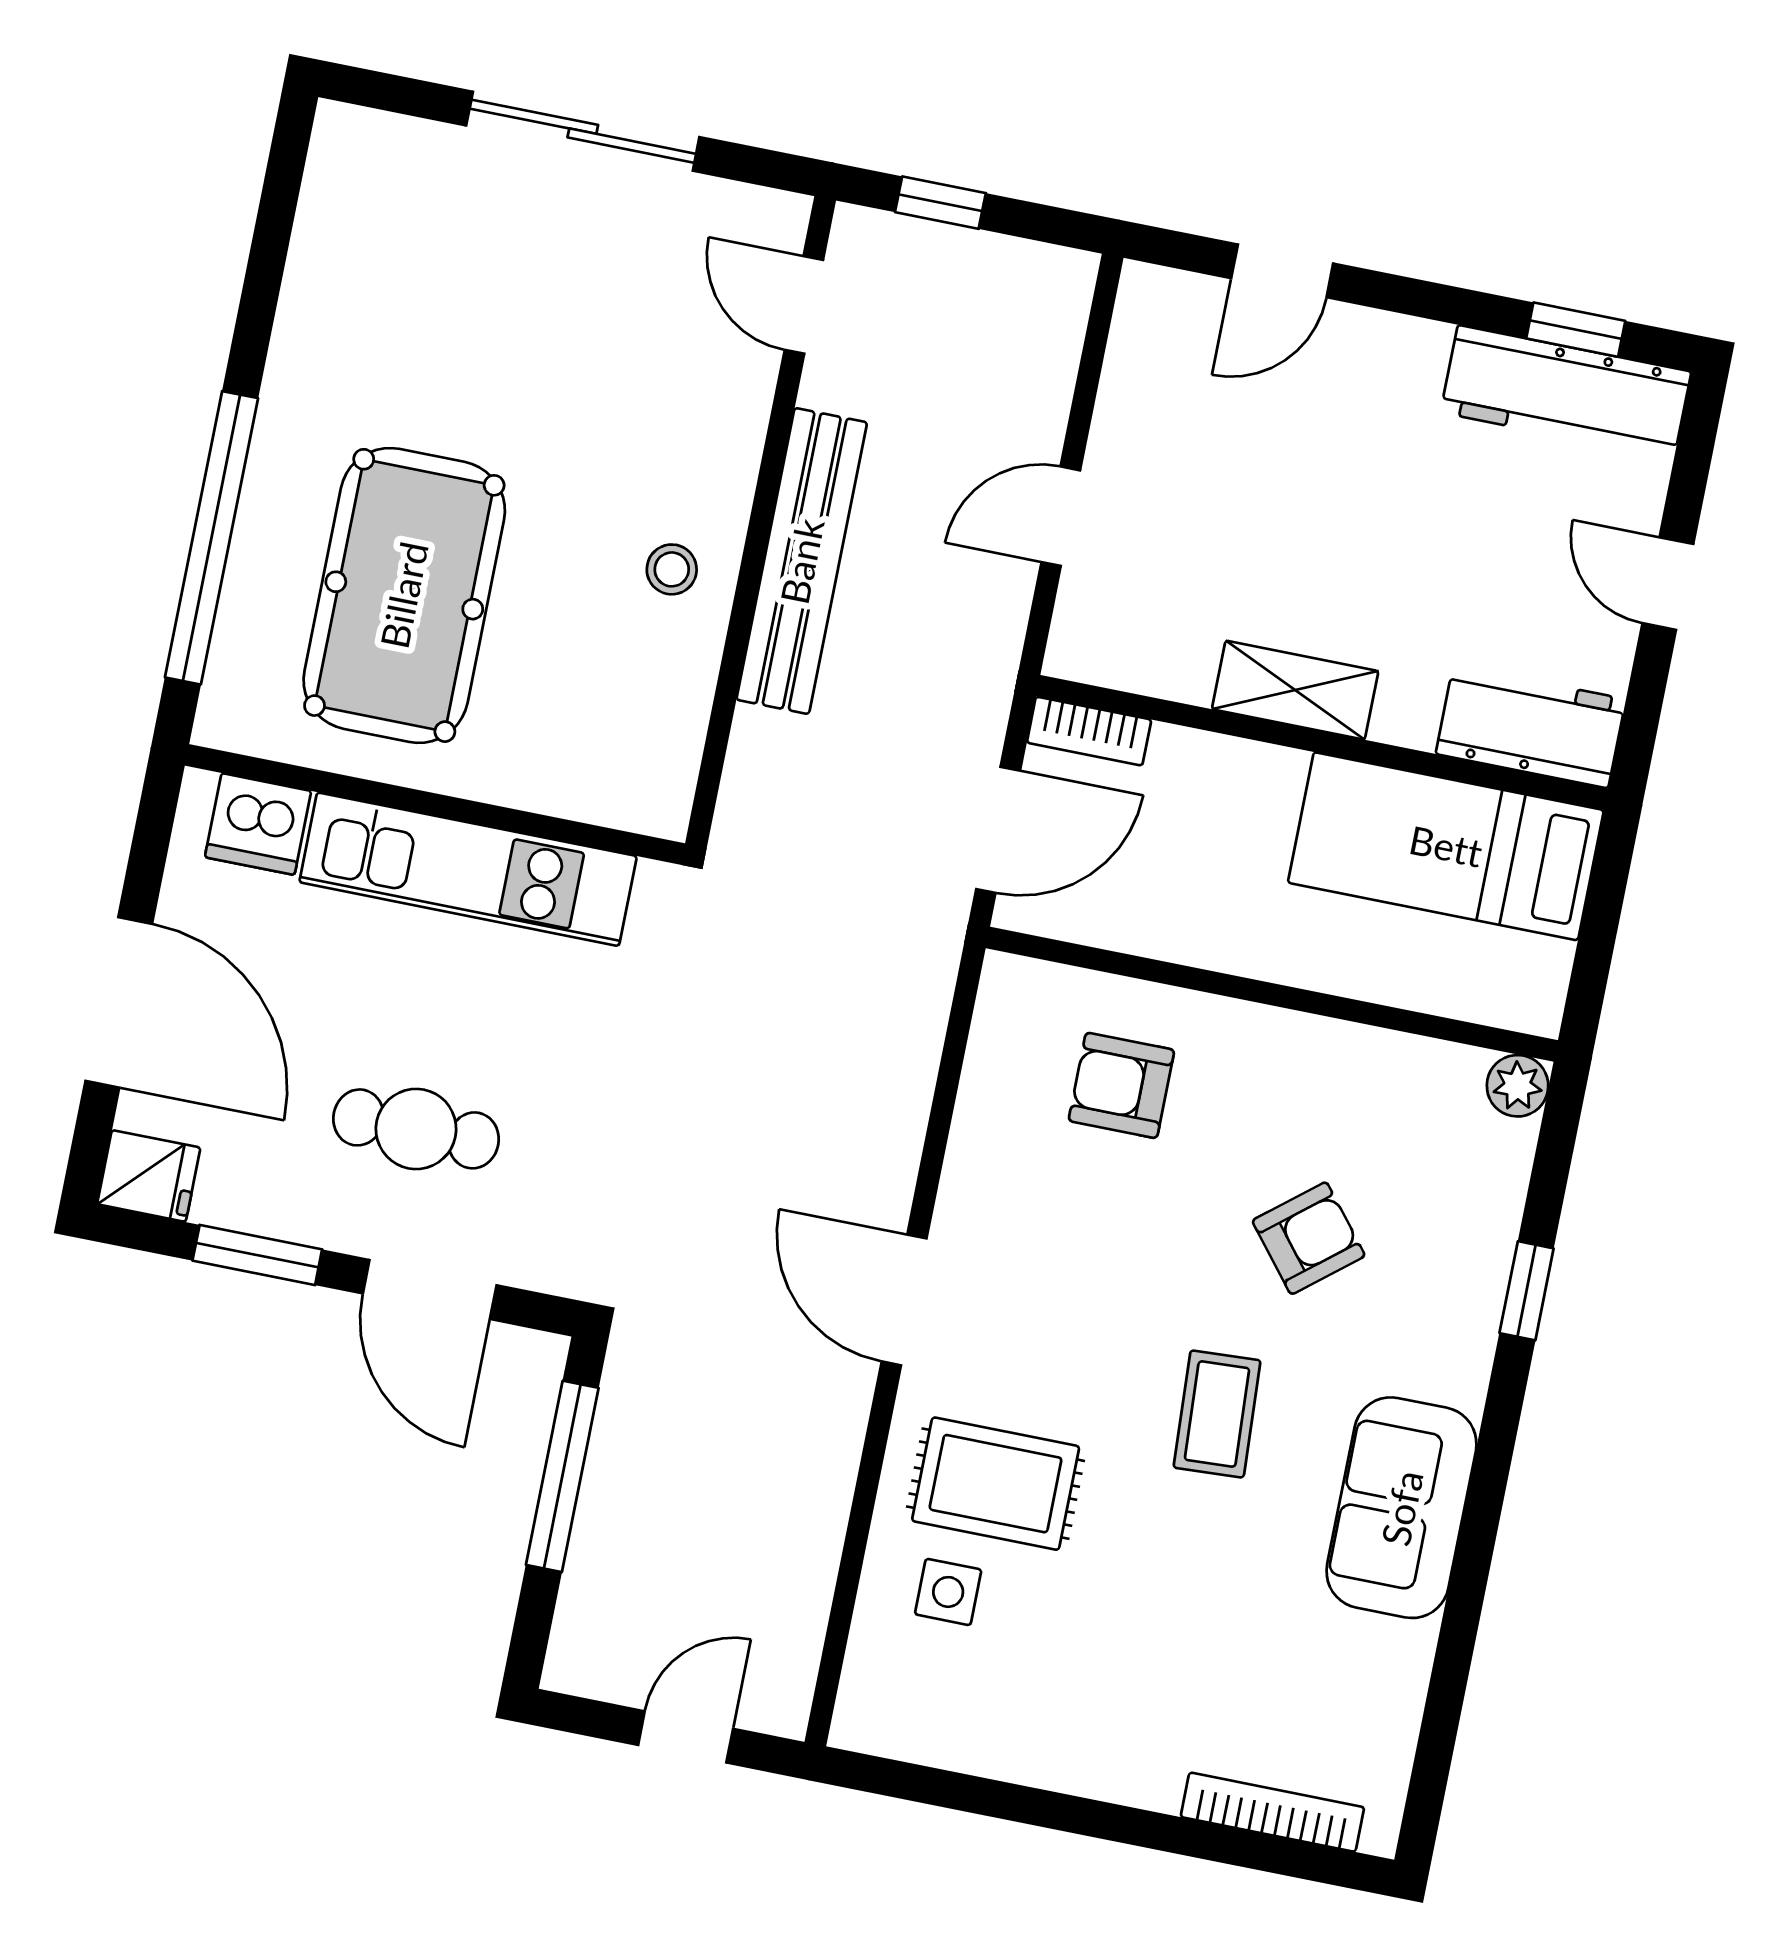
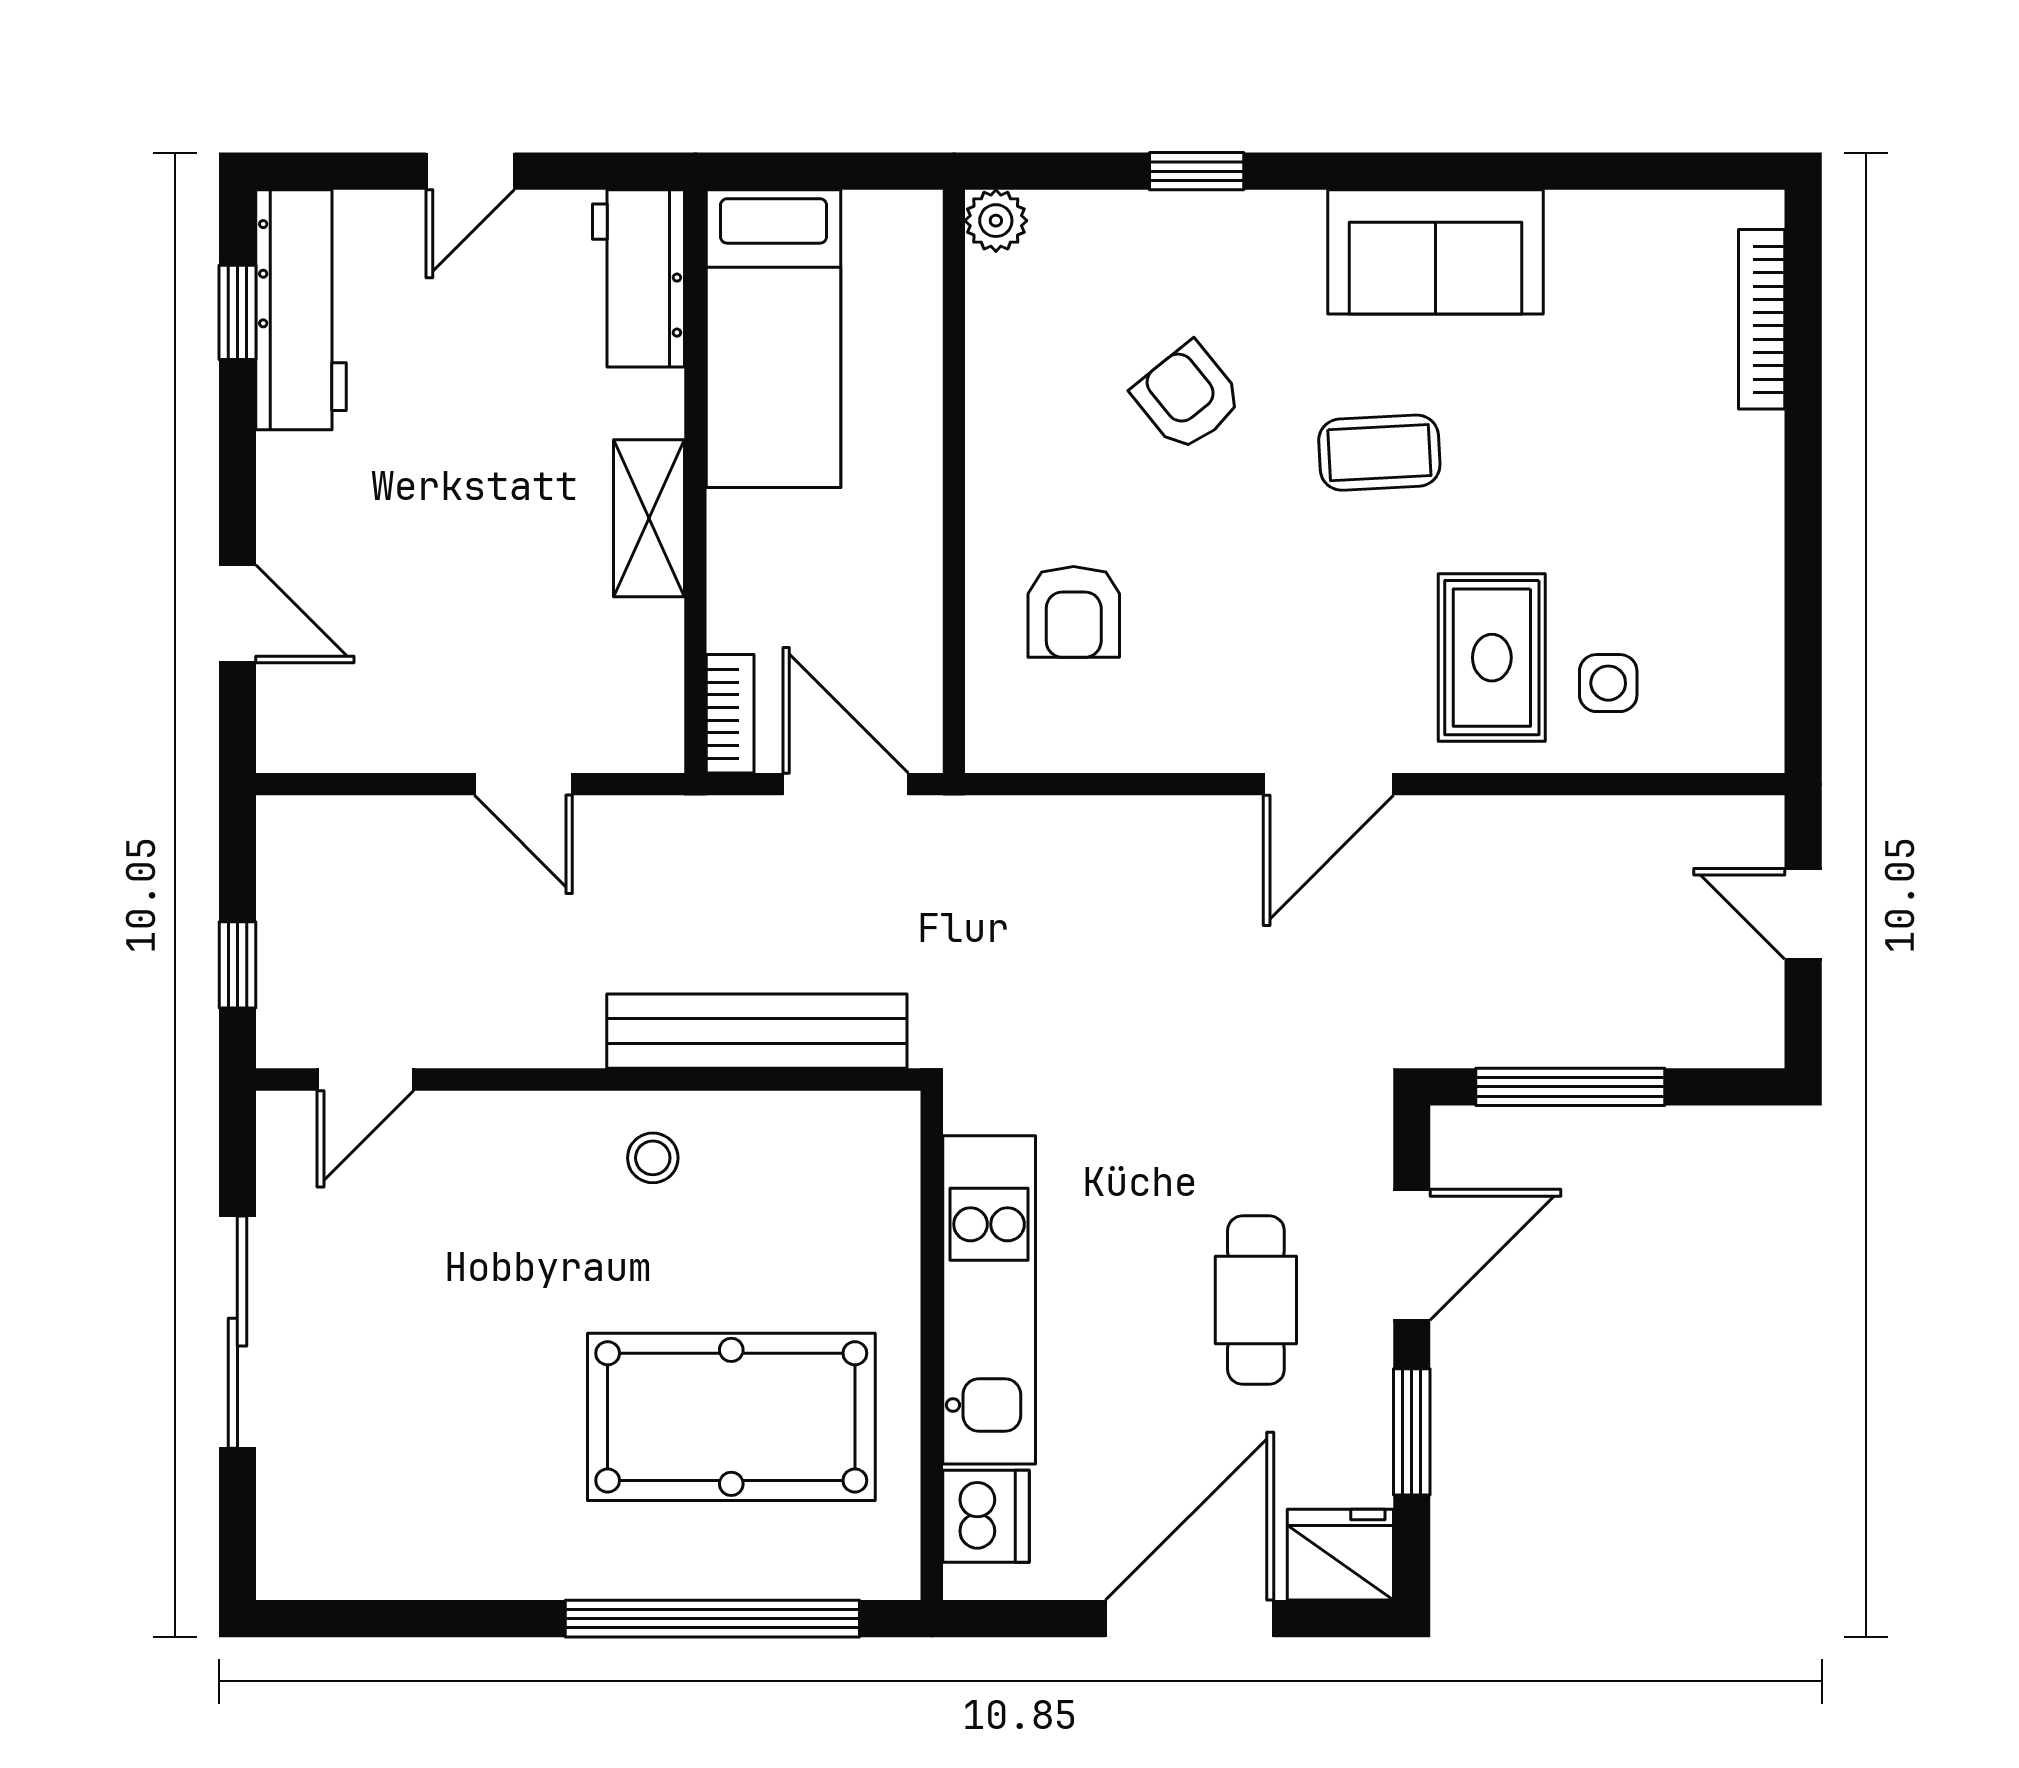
bench: (802, 561) -> (757, 1031), moved
fridge: (149, 1176) -> (1340, 1555), width x1.38

